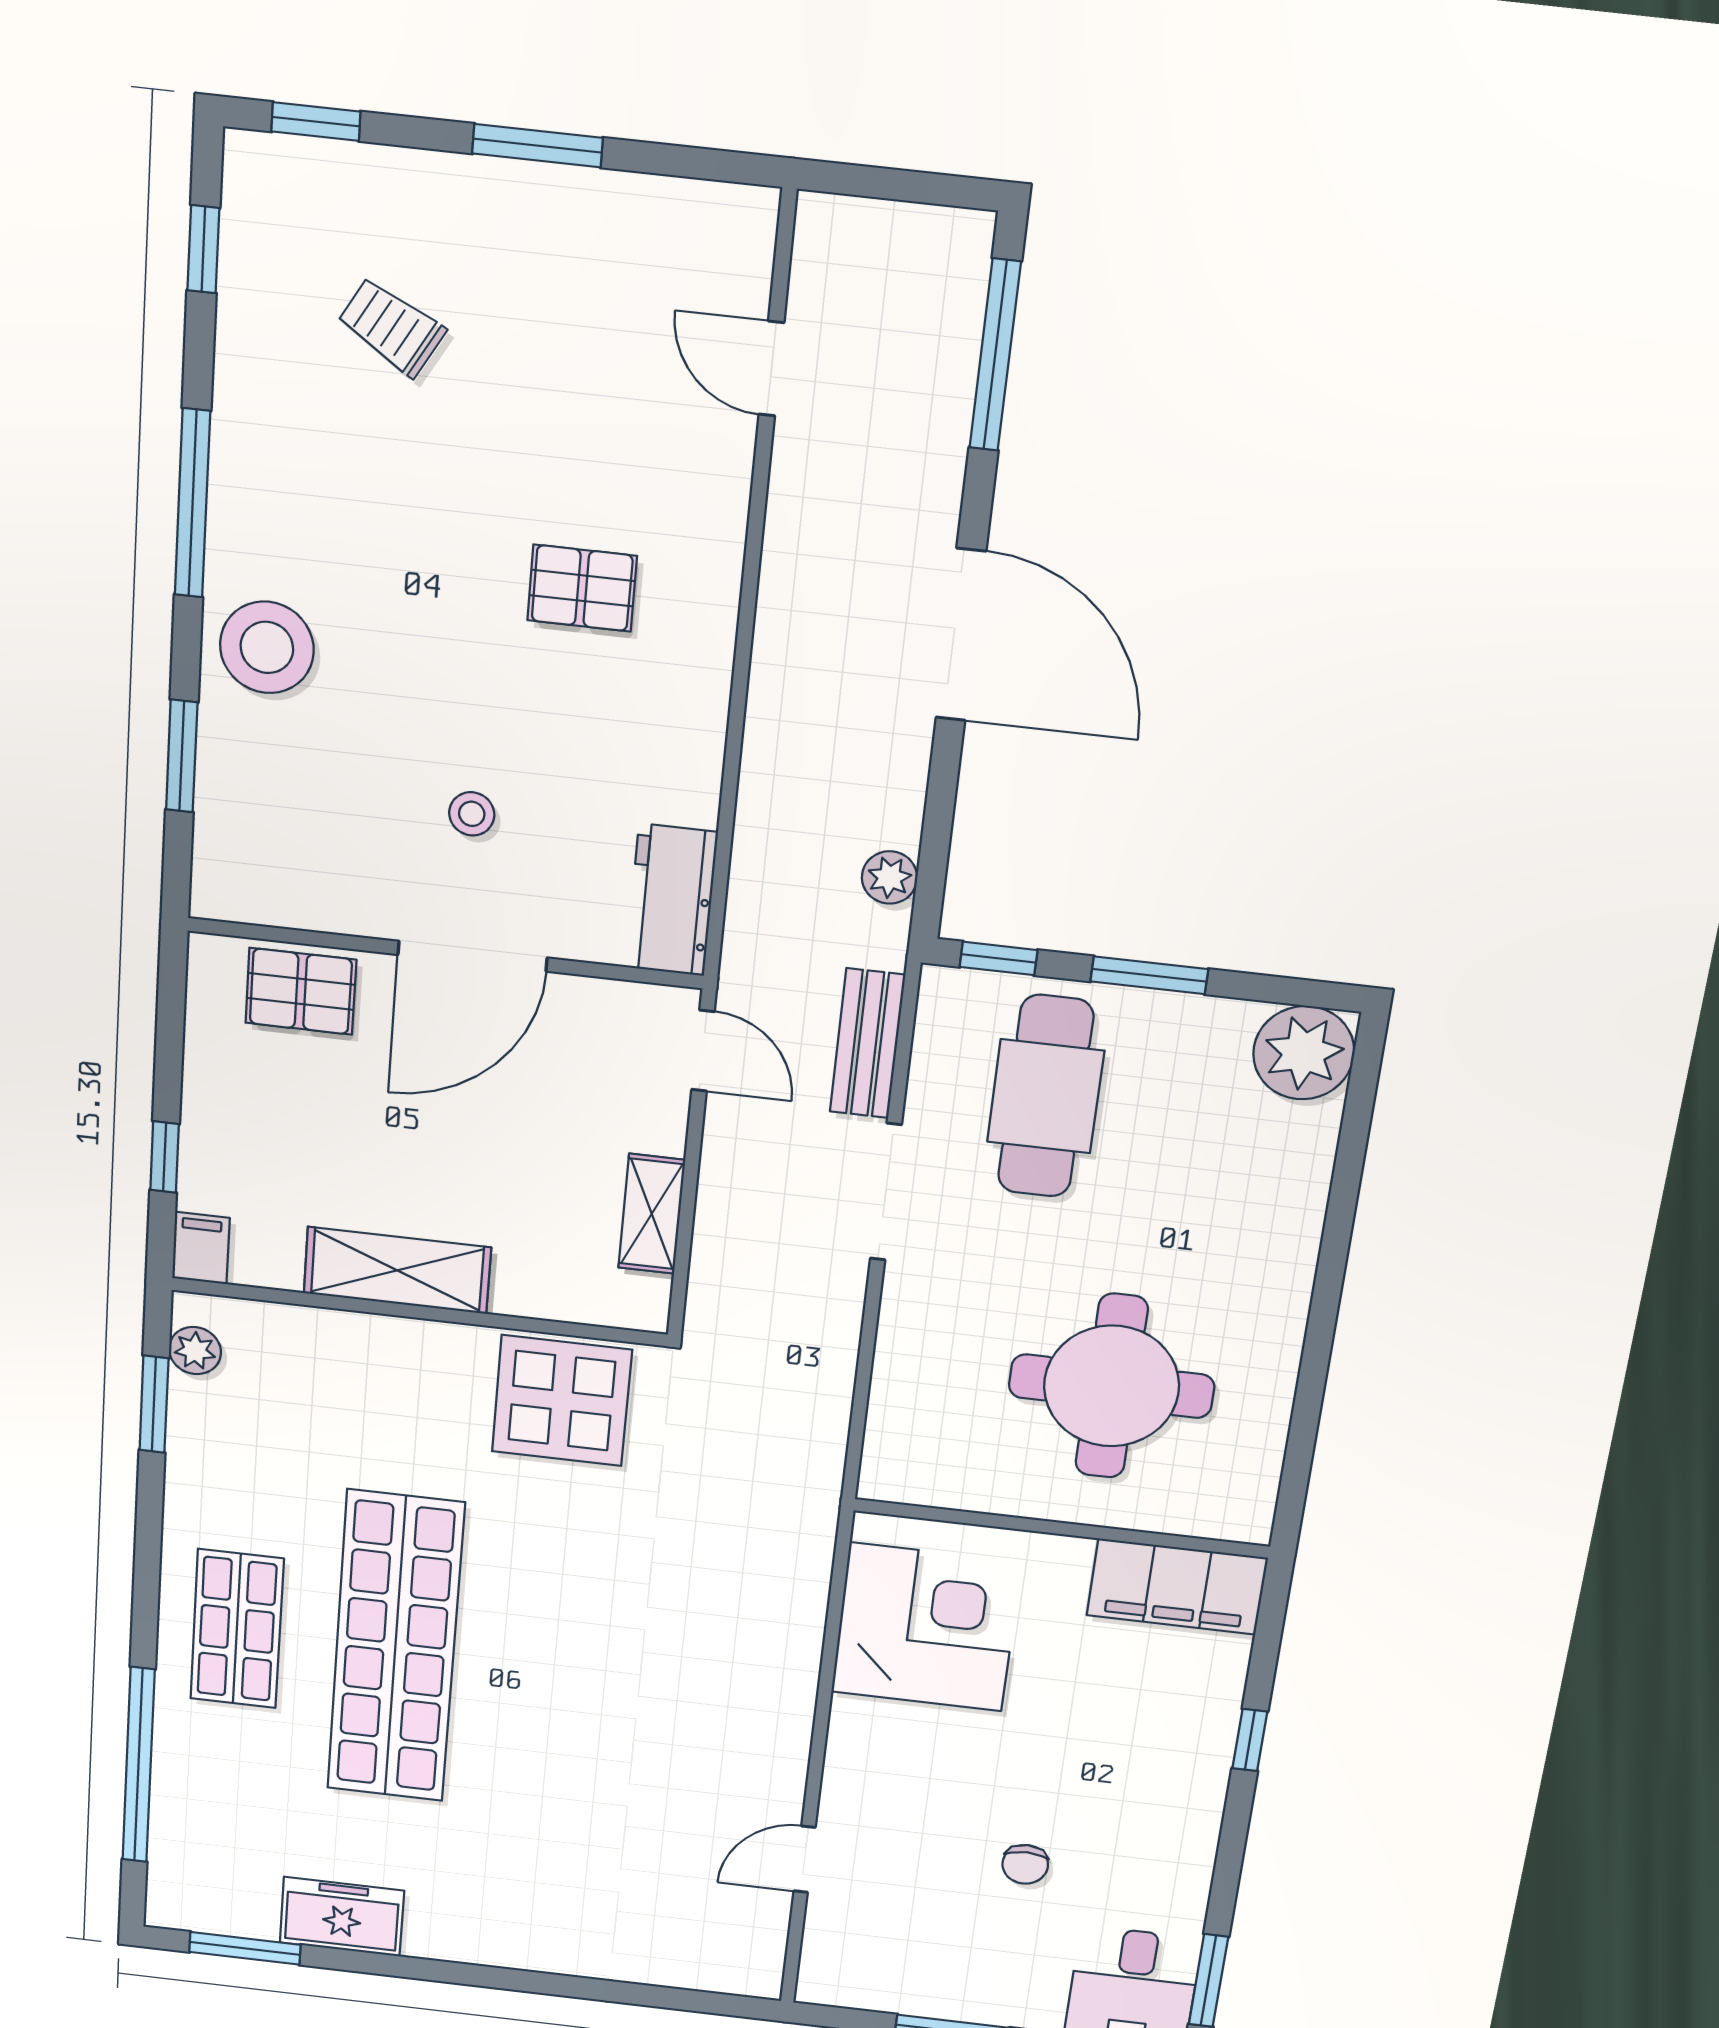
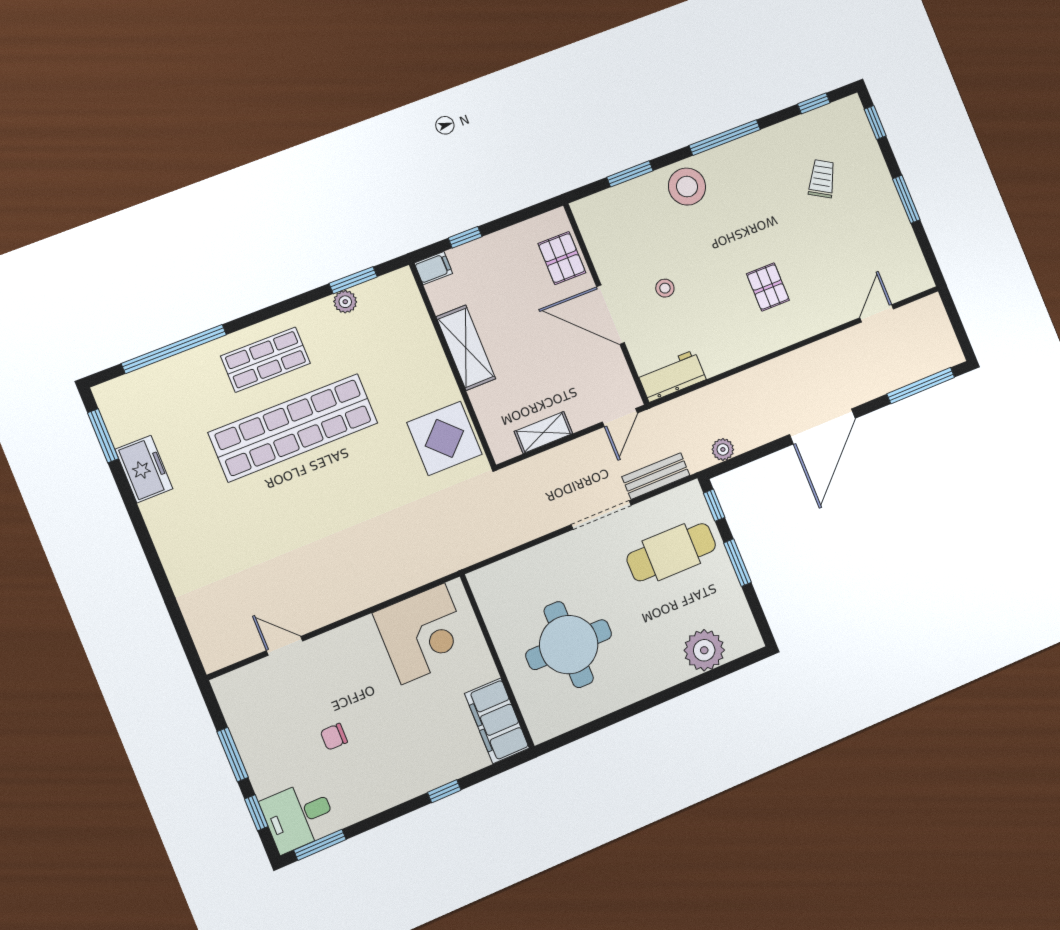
plant: (1304, 1053) -> (704, 650), moved
plant: (195, 1351) -> (345, 302), moved

